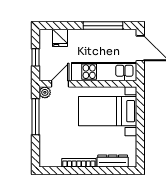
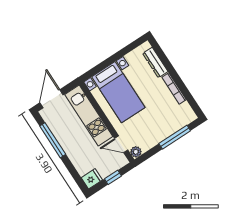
fridge: (60, 38) -> (92, 179), moved
window: (35, 117) -> (175, 137), moved

